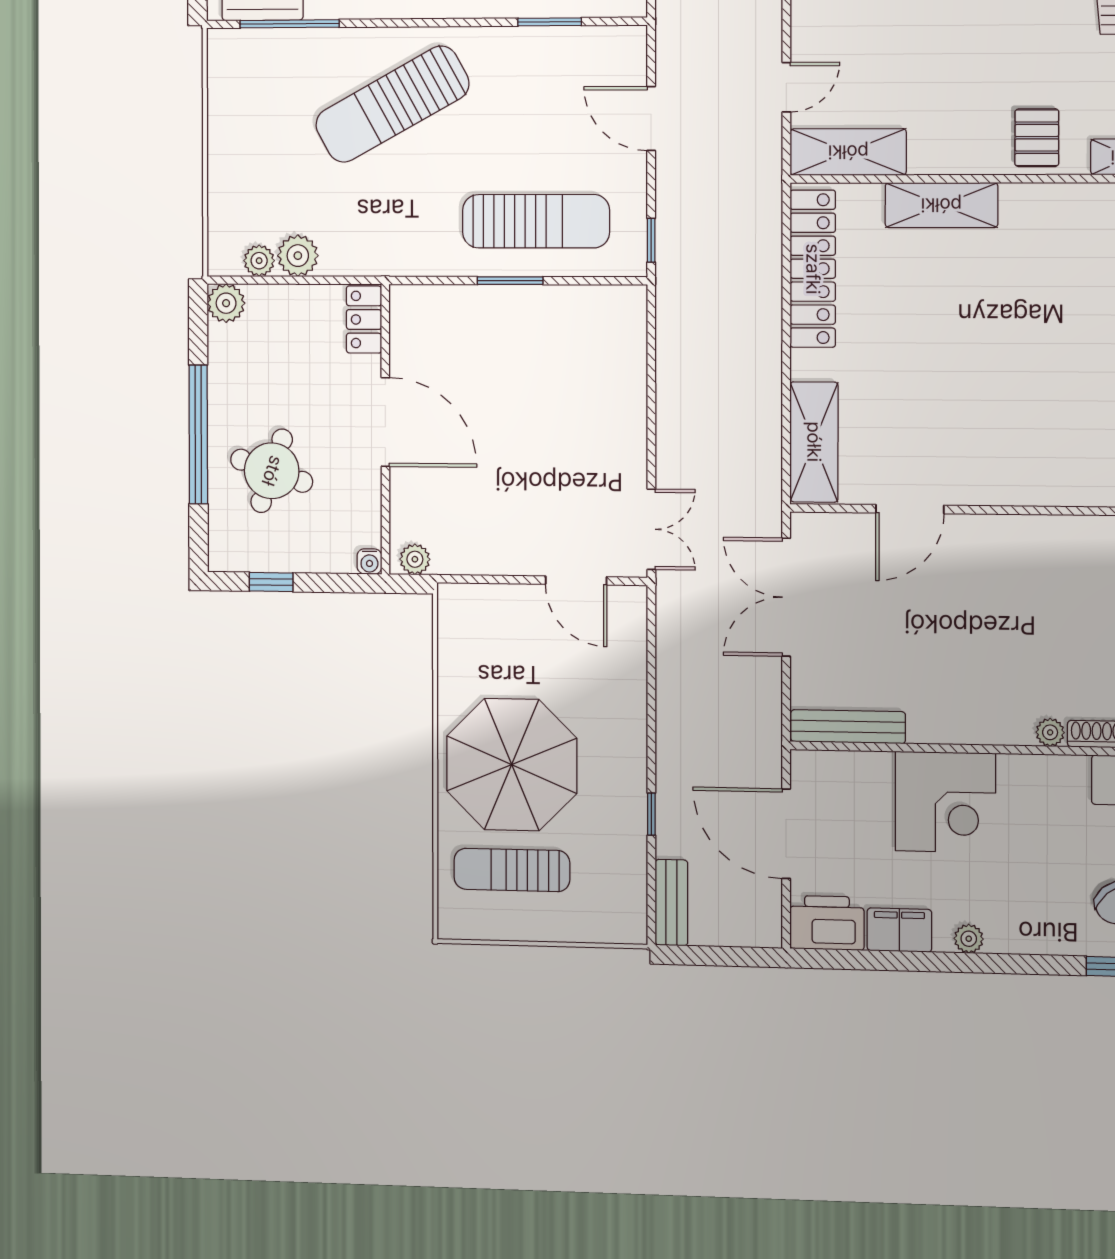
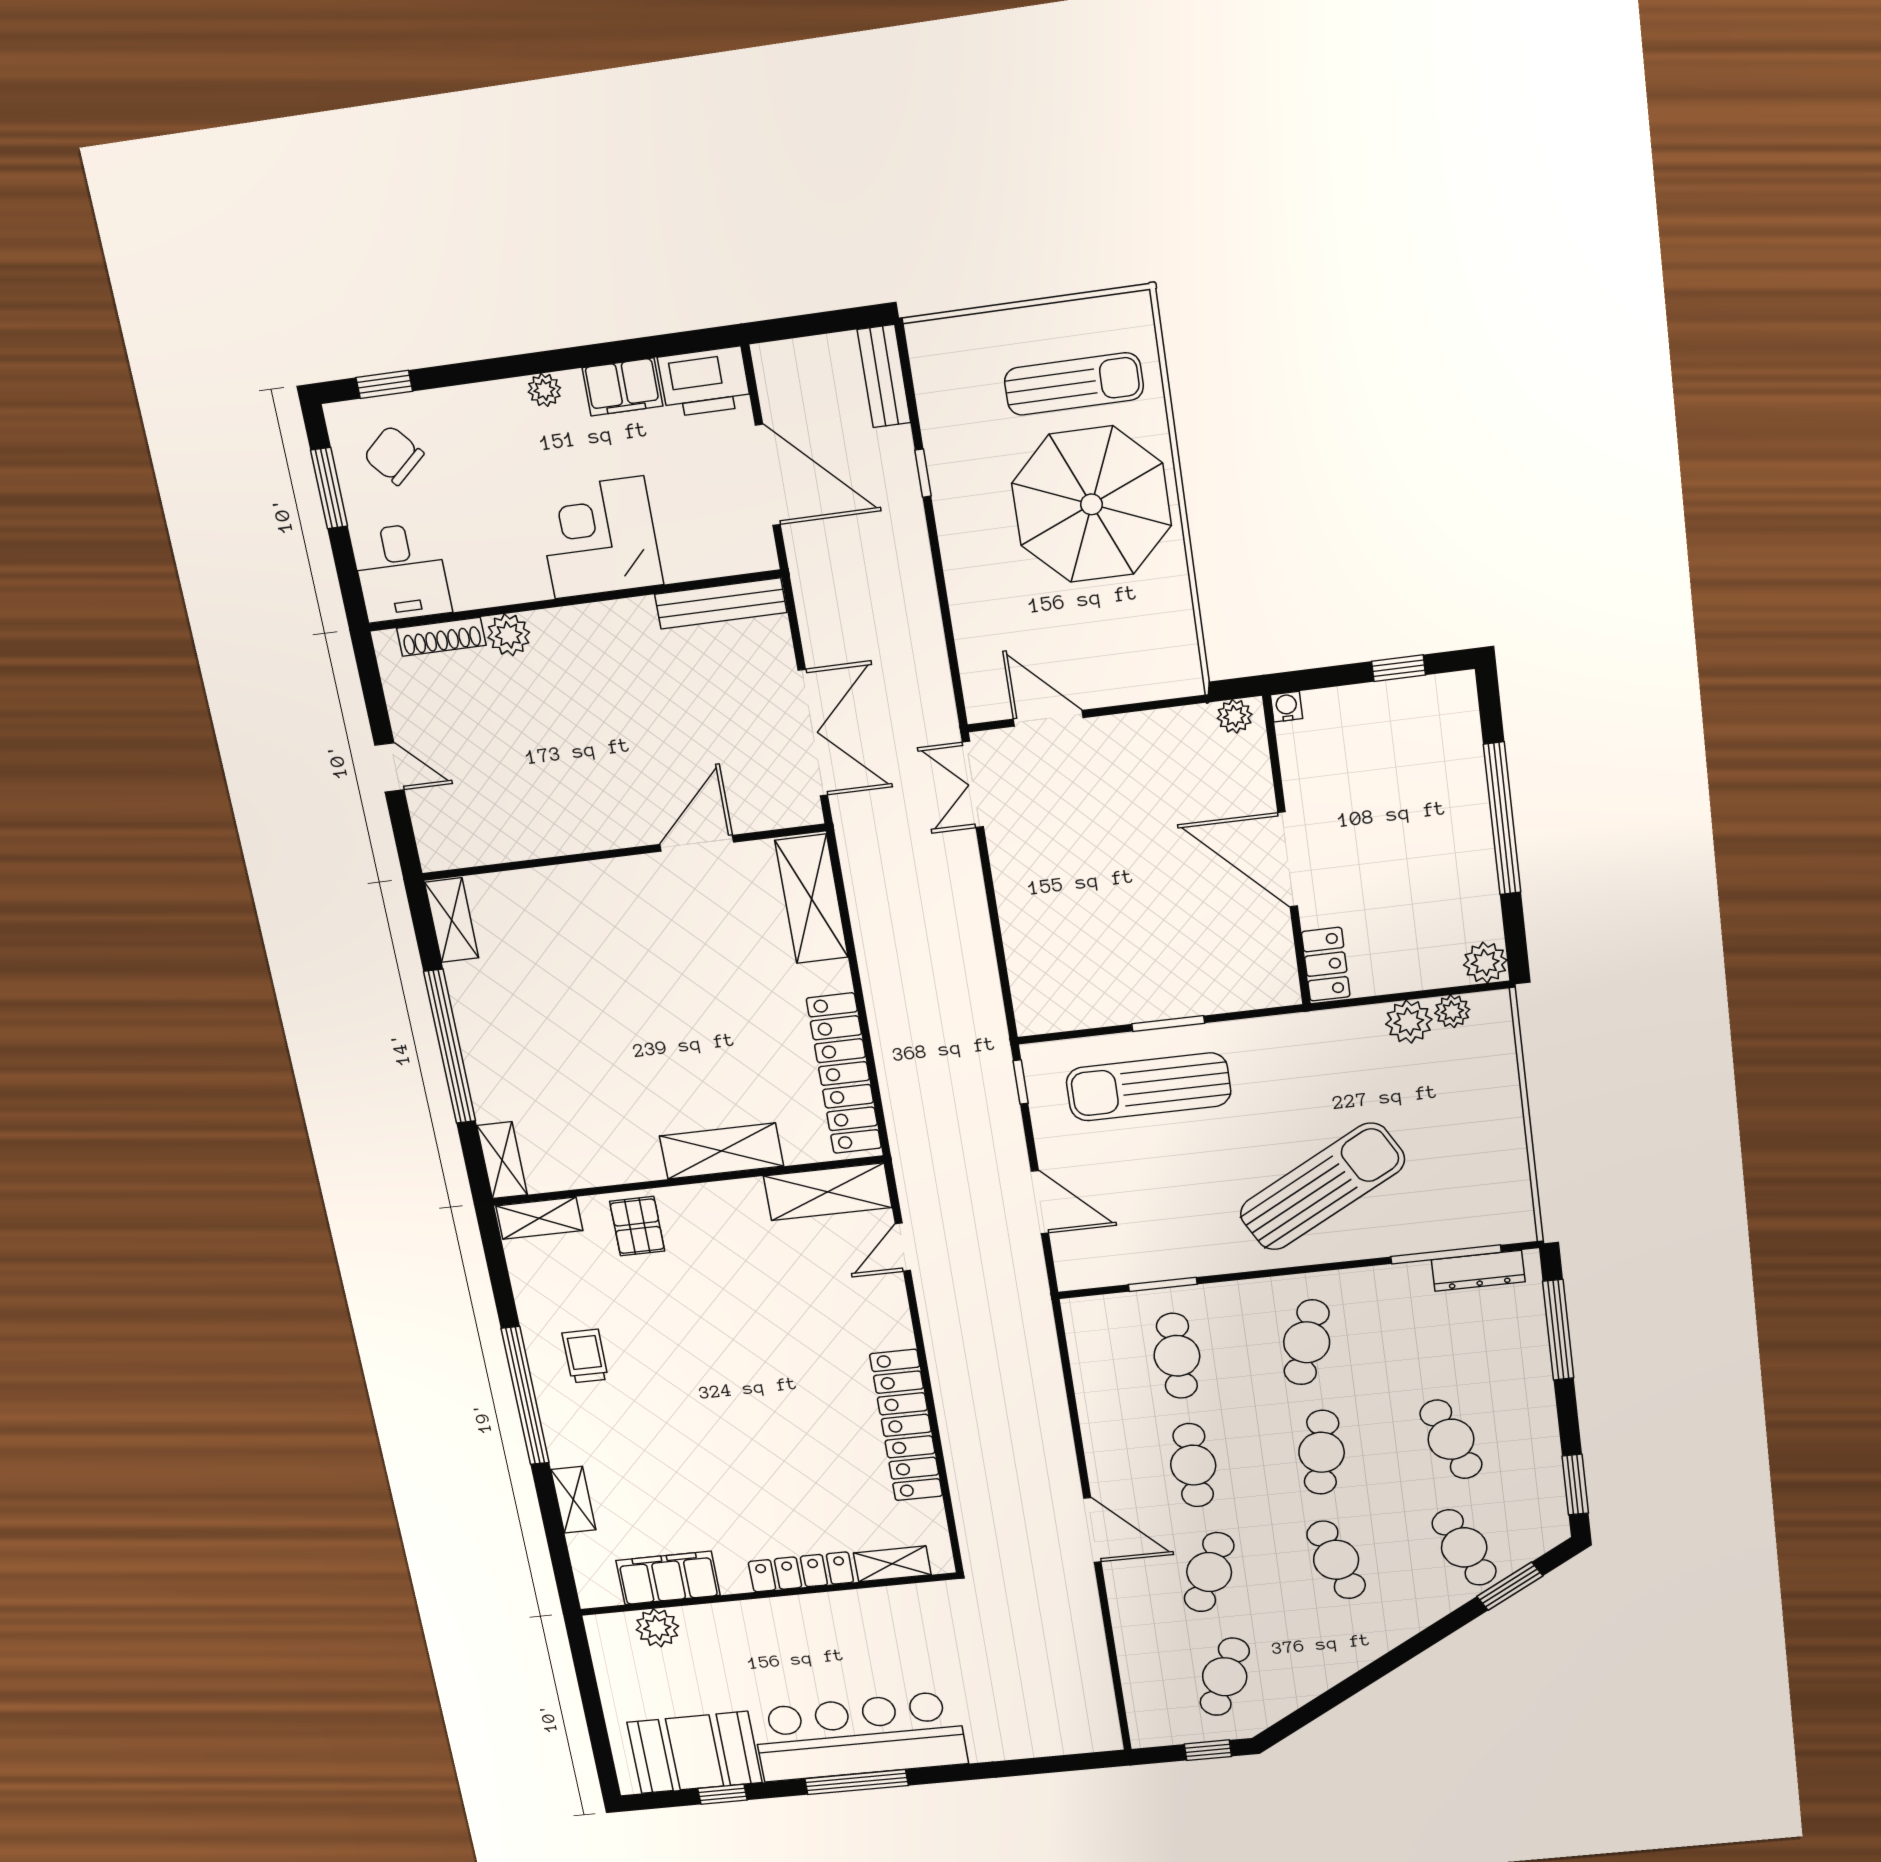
round table: (272, 471) -> (1412, 790), removed
plant: (1050, 732) -> (509, 635), width x1.38, depth x1.38

